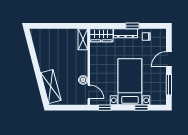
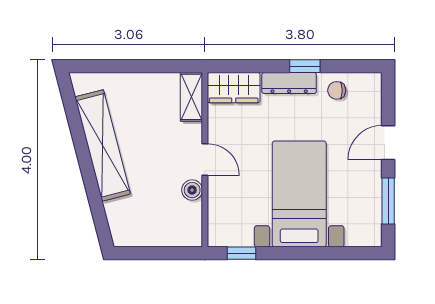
shelving: (51, 87) -> (103, 145), moved, width x1.47
door: (89, 92) -> (205, 159), moved
window: (141, 108) -> (325, 253), removed

